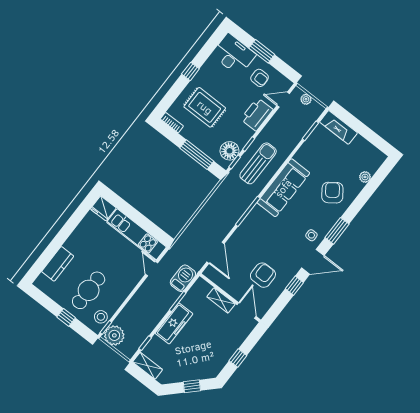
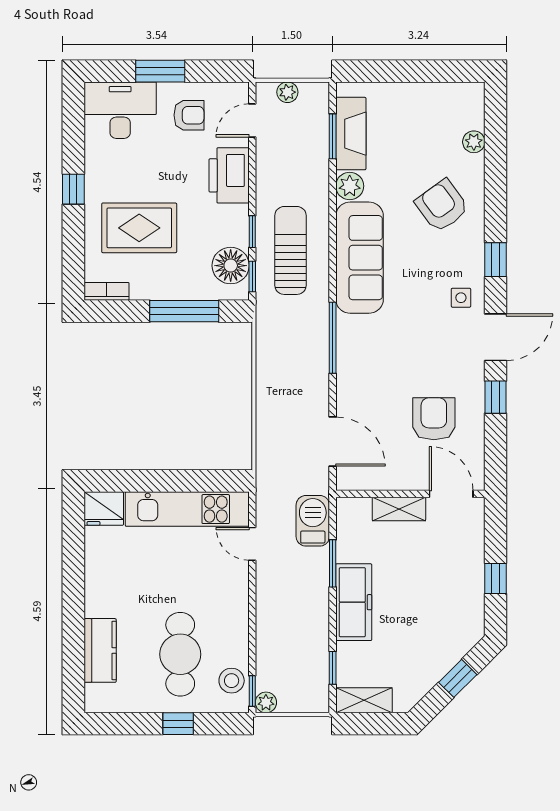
fireplace: (338, 127) -> (351, 134), moved, turned -90
plant: (302, 156) -> (350, 186), added
window: (337, 231) -> (496, 260), width x0.67
plant: (114, 335) -> (266, 702), width x0.53, depth x0.53

